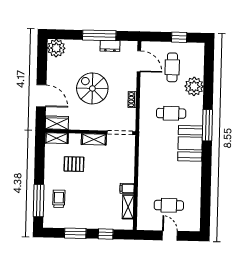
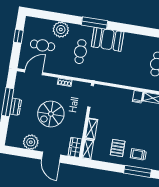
dresser: (110, 46) -> (16, 107), moved
plant: (56, 48) -> (31, 142), moved
door: (41, 96) -> (51, 157), swing flipped
shelving: (94, 139) -> (91, 129), moved
pallet: (74, 164) -> (118, 148), moved

